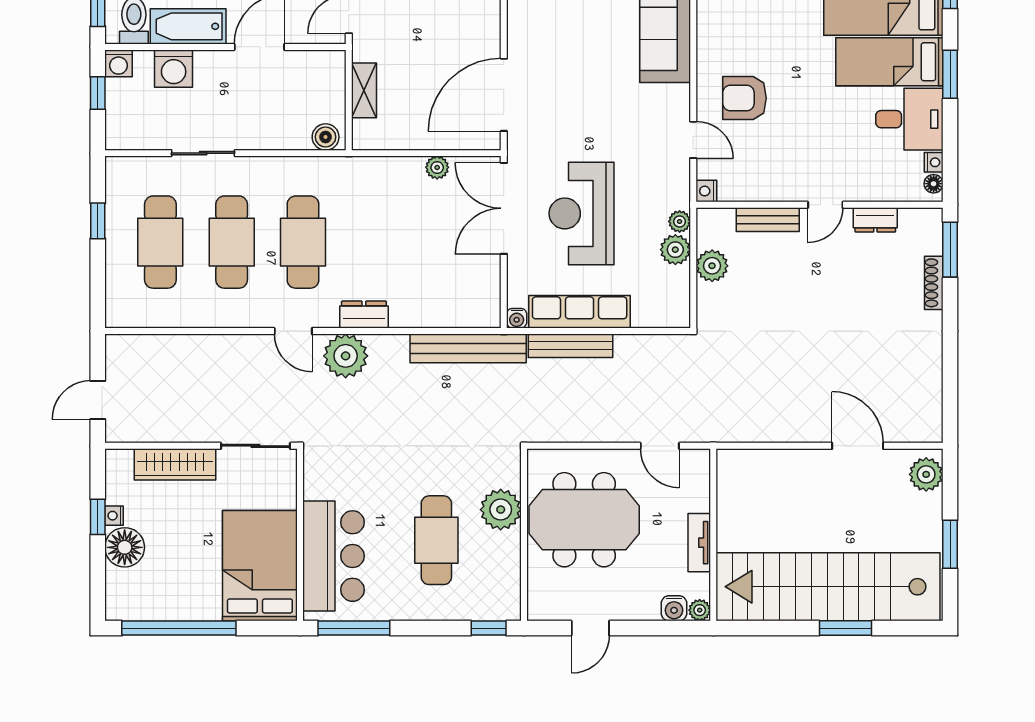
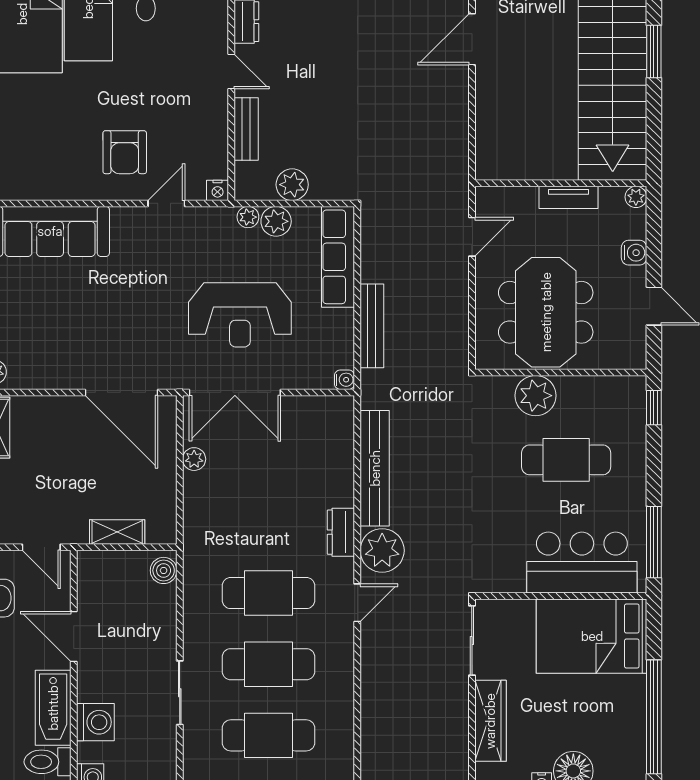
row of seats: (580, 312) -> (338, 257), moved
bench: (468, 348) -> (375, 468), moved
water cooler: (674, 608) -> (634, 253), moved

